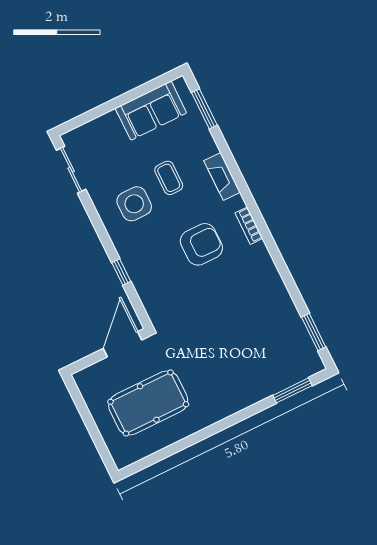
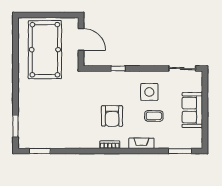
sofa: (151, 111) -> (192, 110), moved
door: (123, 344) -> (81, 39), moved
pool table: (148, 403) -> (45, 50), width x1.36, depth x1.32

